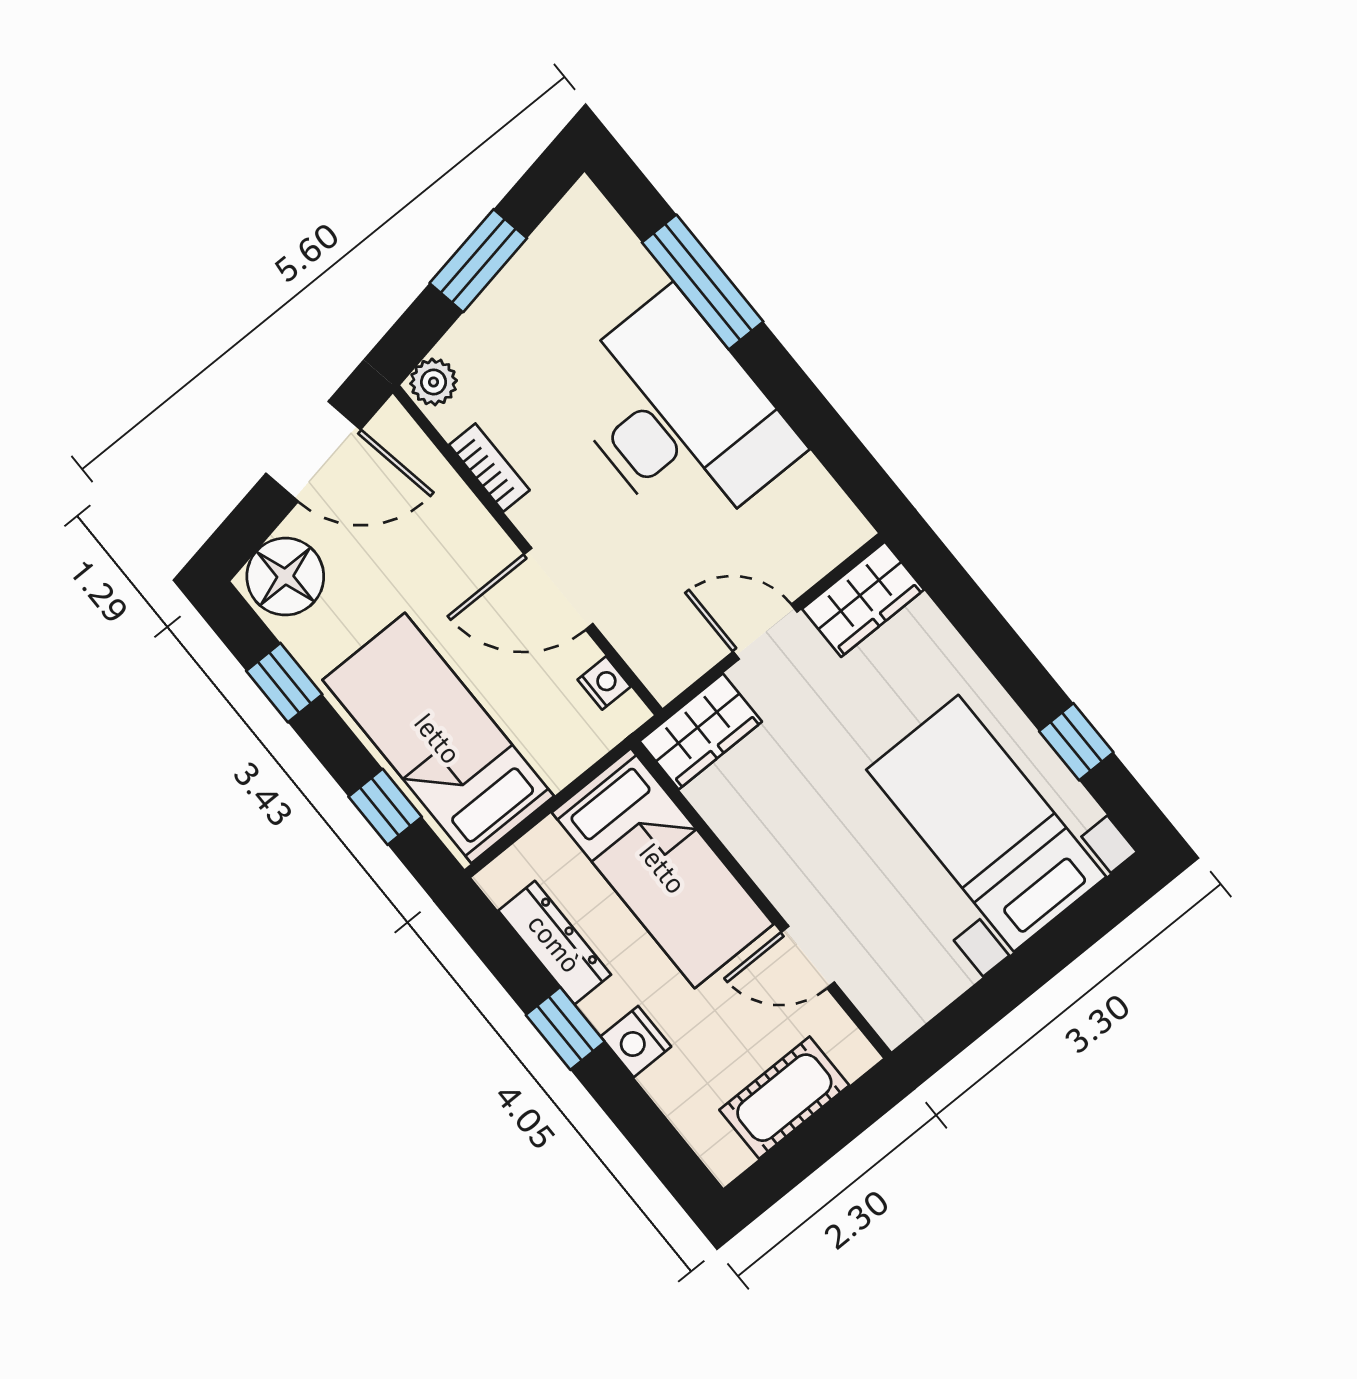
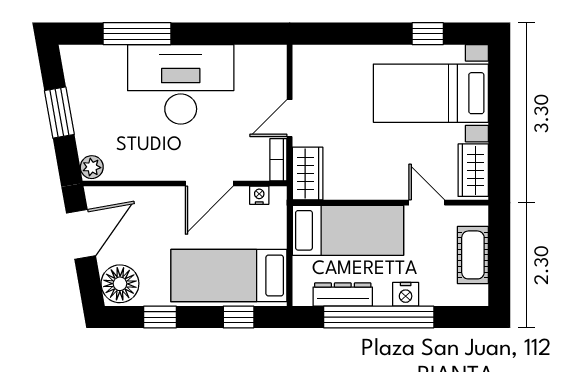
bookcase: (489, 468) -> (278, 160), moved, turned -90
wardrobe: (863, 599) -> (473, 170), moved, turned 180
door: (808, 957) -> (427, 203), swing flipped
window: (565, 1028) -> (379, 317), width x3.17

